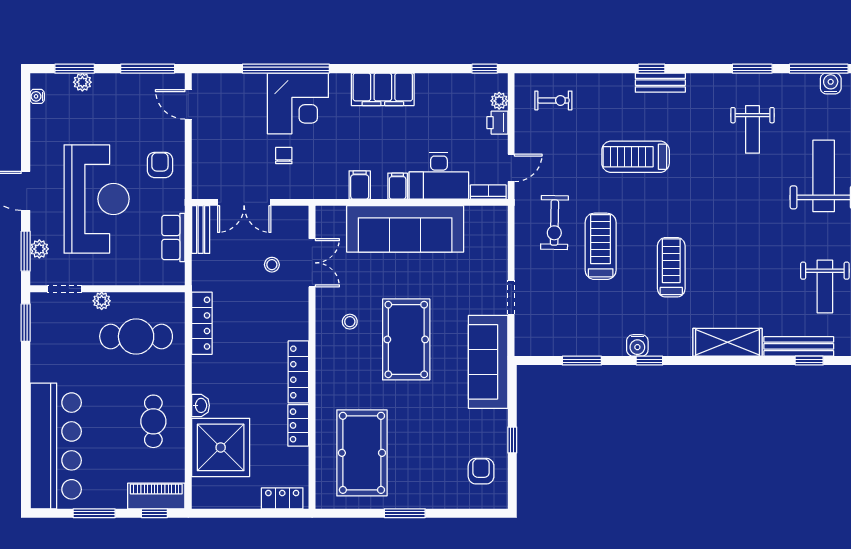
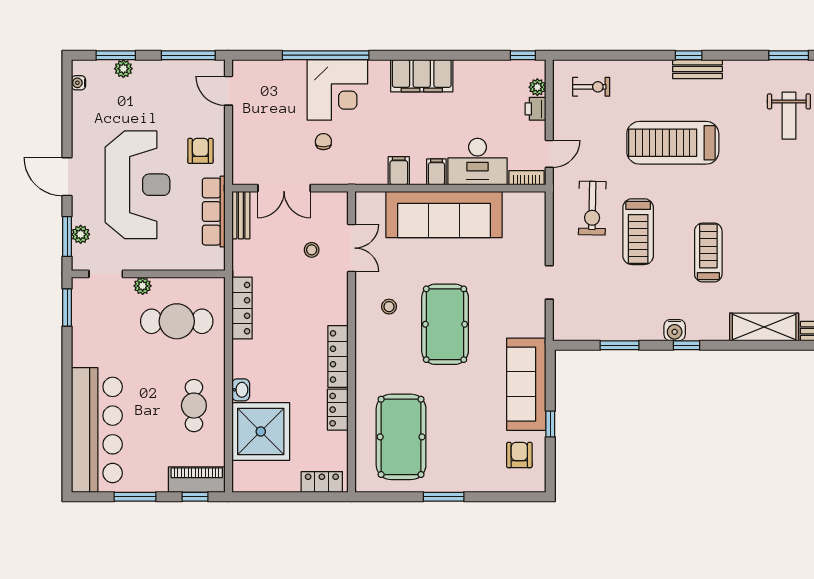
treadmill: (636, 157) -> (673, 143), width x1.37, depth x1.38
row of seats: (173, 238) -> (214, 212), width x1.48
treadmill: (601, 246) -> (638, 232), turned 180
sofa: (488, 362) -> (526, 384), moved

